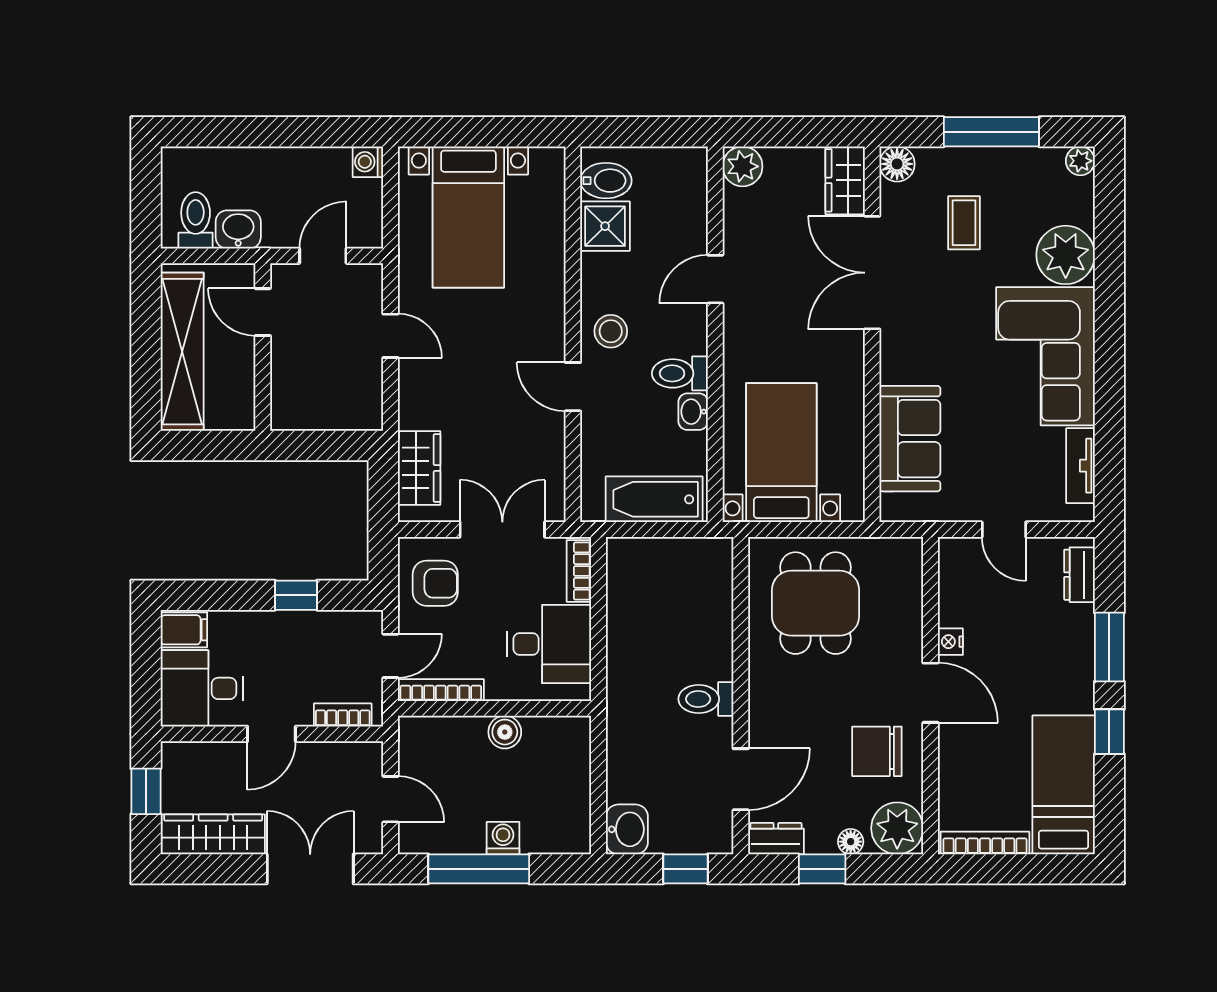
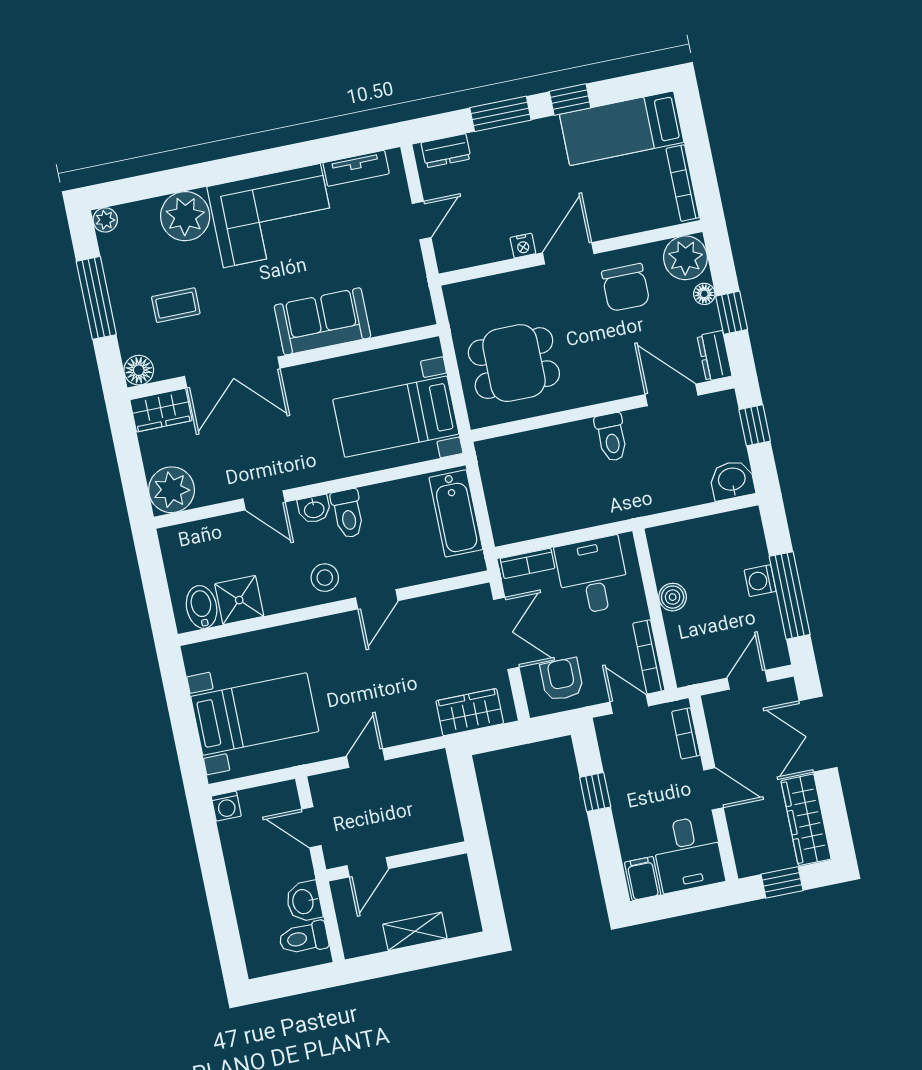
plant: (743, 166) -> (172, 490), width x1.36, depth x1.36
shelving: (182, 352) -> (415, 931), width x0.45, depth x0.75
washbasin: (693, 412) -> (314, 509), moved
sofa: (910, 439) -> (323, 321), moved
double door: (502, 530) -> (506, 633), swing flipped

